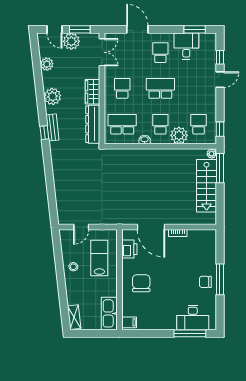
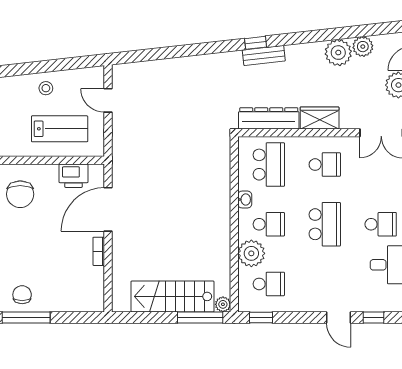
plant: (52, 96) -> (338, 53), moved
chair: (141, 283) -> (20, 194), turned 90

